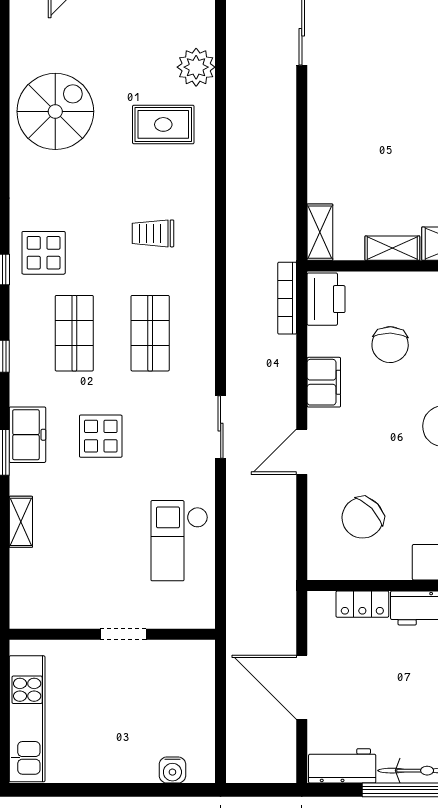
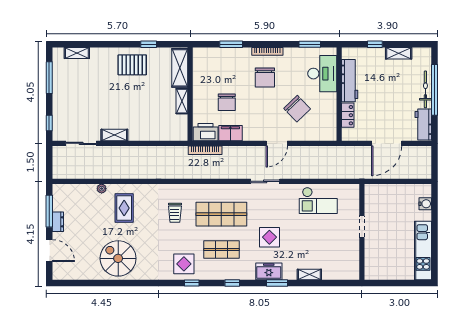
plant: (196, 67) -> (102, 189), width x0.53, depth x0.53
shelving: (320, 232) -> (114, 135), moved
shop shelf: (150, 333) -> (221, 214), width x1.43, depth x1.36
chair: (390, 345) -> (227, 102), turned 88
filing cabinet: (324, 382) -> (230, 133), moved
door: (302, 452) -> (277, 143), hinge flipped
chair: (363, 518) -> (297, 109), moved
kitchen unit: (27, 719) -> (423, 250), moved, turned -90

